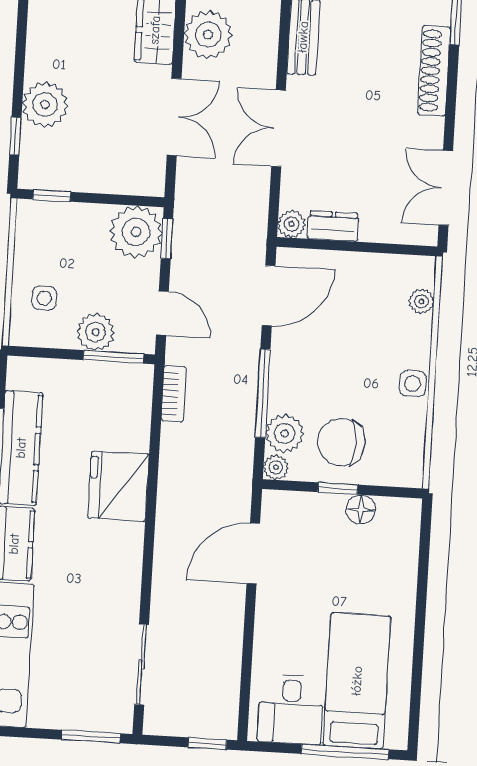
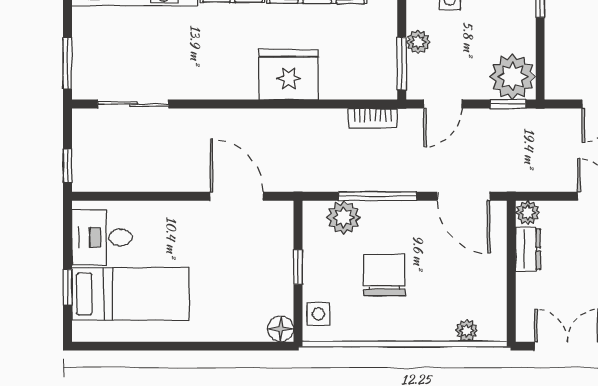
plant: (96, 332) -> (418, 42), width x0.73, depth x0.73
side table: (413, 384) -> (318, 314), moved
chair: (341, 442) -> (384, 275), moved
plant: (276, 467) -> (313, 212), removed
floor lamp: (361, 509) -> (281, 329), moved
window: (345, 752) -> (68, 287), width x0.46

